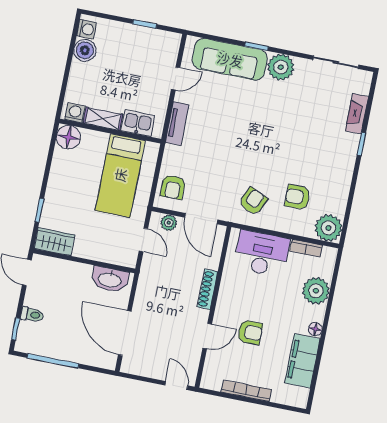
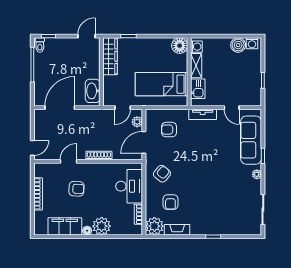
plant: (281, 67) -> (257, 174), width x0.53, depth x0.53
fireplace: (357, 114) -> (177, 230), moved
armchair: (173, 187) -> (169, 130), moved
armchair: (298, 197) -> (170, 202), turned 180
armchair: (253, 201) -> (162, 174), turned -75
wardrobe: (54, 242) -> (110, 56), width x1.50
plant: (316, 291) -> (102, 226), moved
toilet: (32, 315) -> (40, 45), moved
armchair: (250, 332) -> (76, 189), turned -87
door: (207, 336) -> (68, 161), swing flipped

